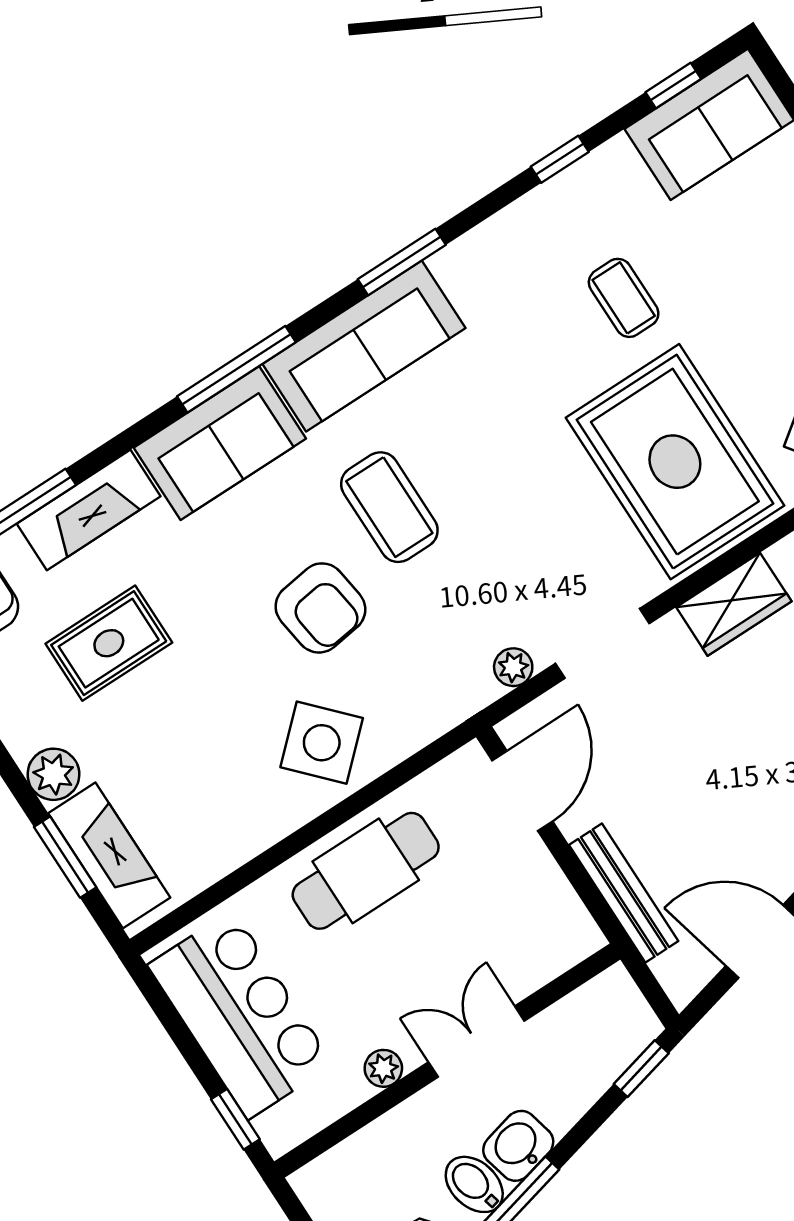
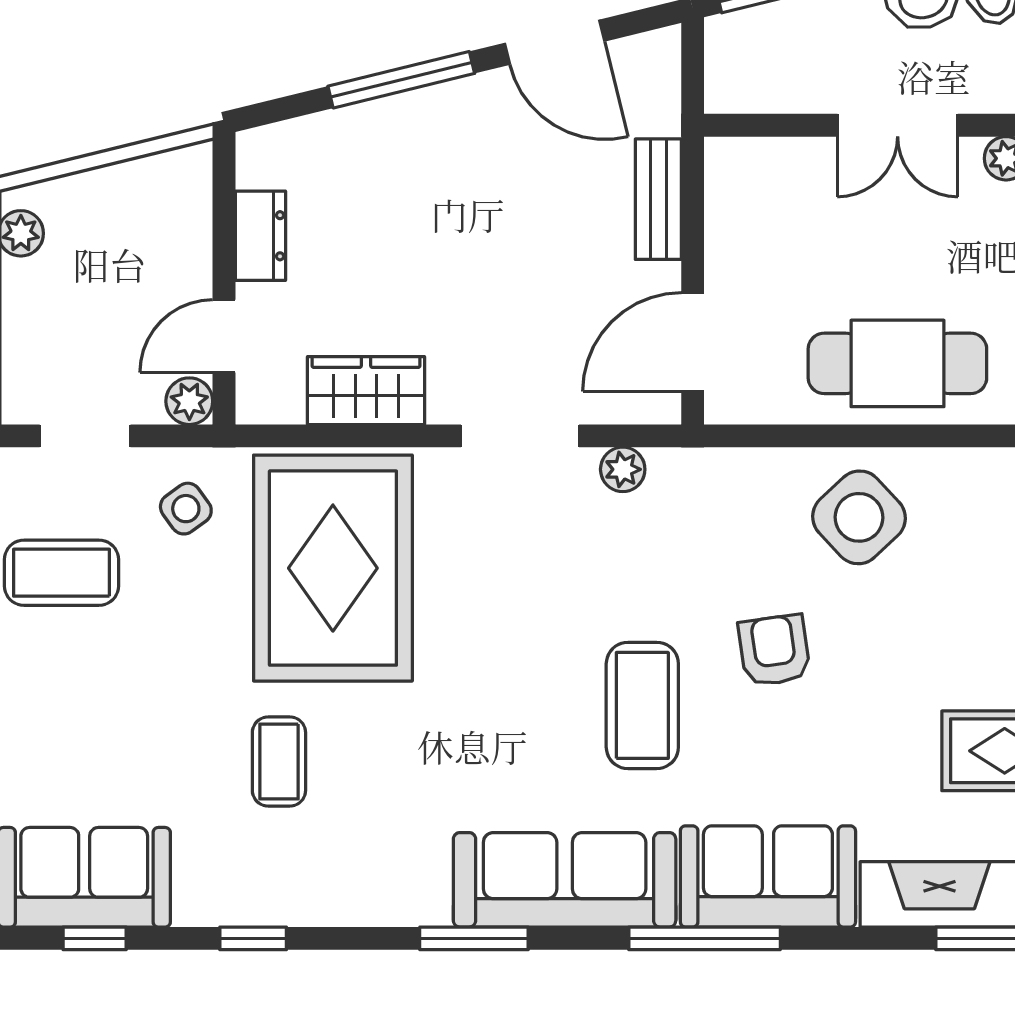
armchair: (320, 608) -> (774, 650), width x0.72, depth x0.72
bench: (624, 893) -> (658, 199), width x0.73

